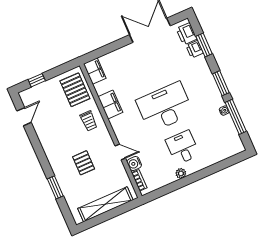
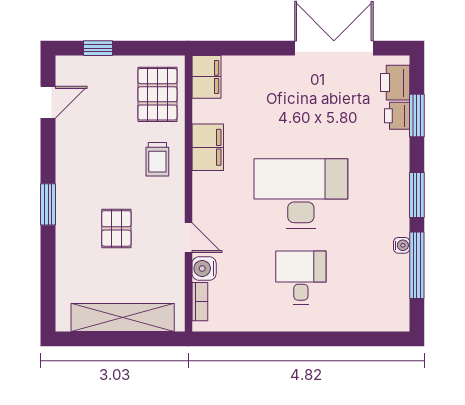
plant: (181, 173) -> (278, 322), removed
window: (55, 187) -> (48, 204), moved

